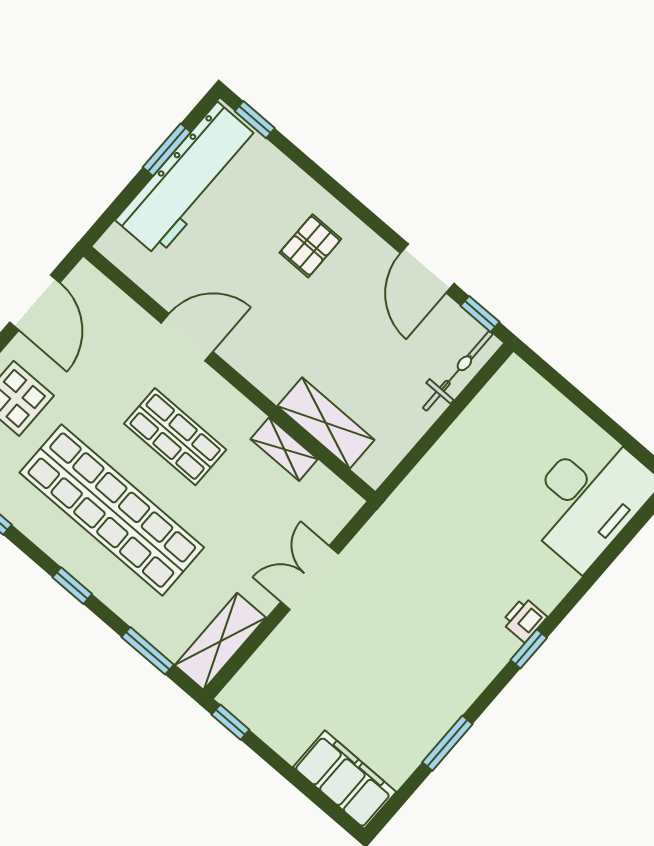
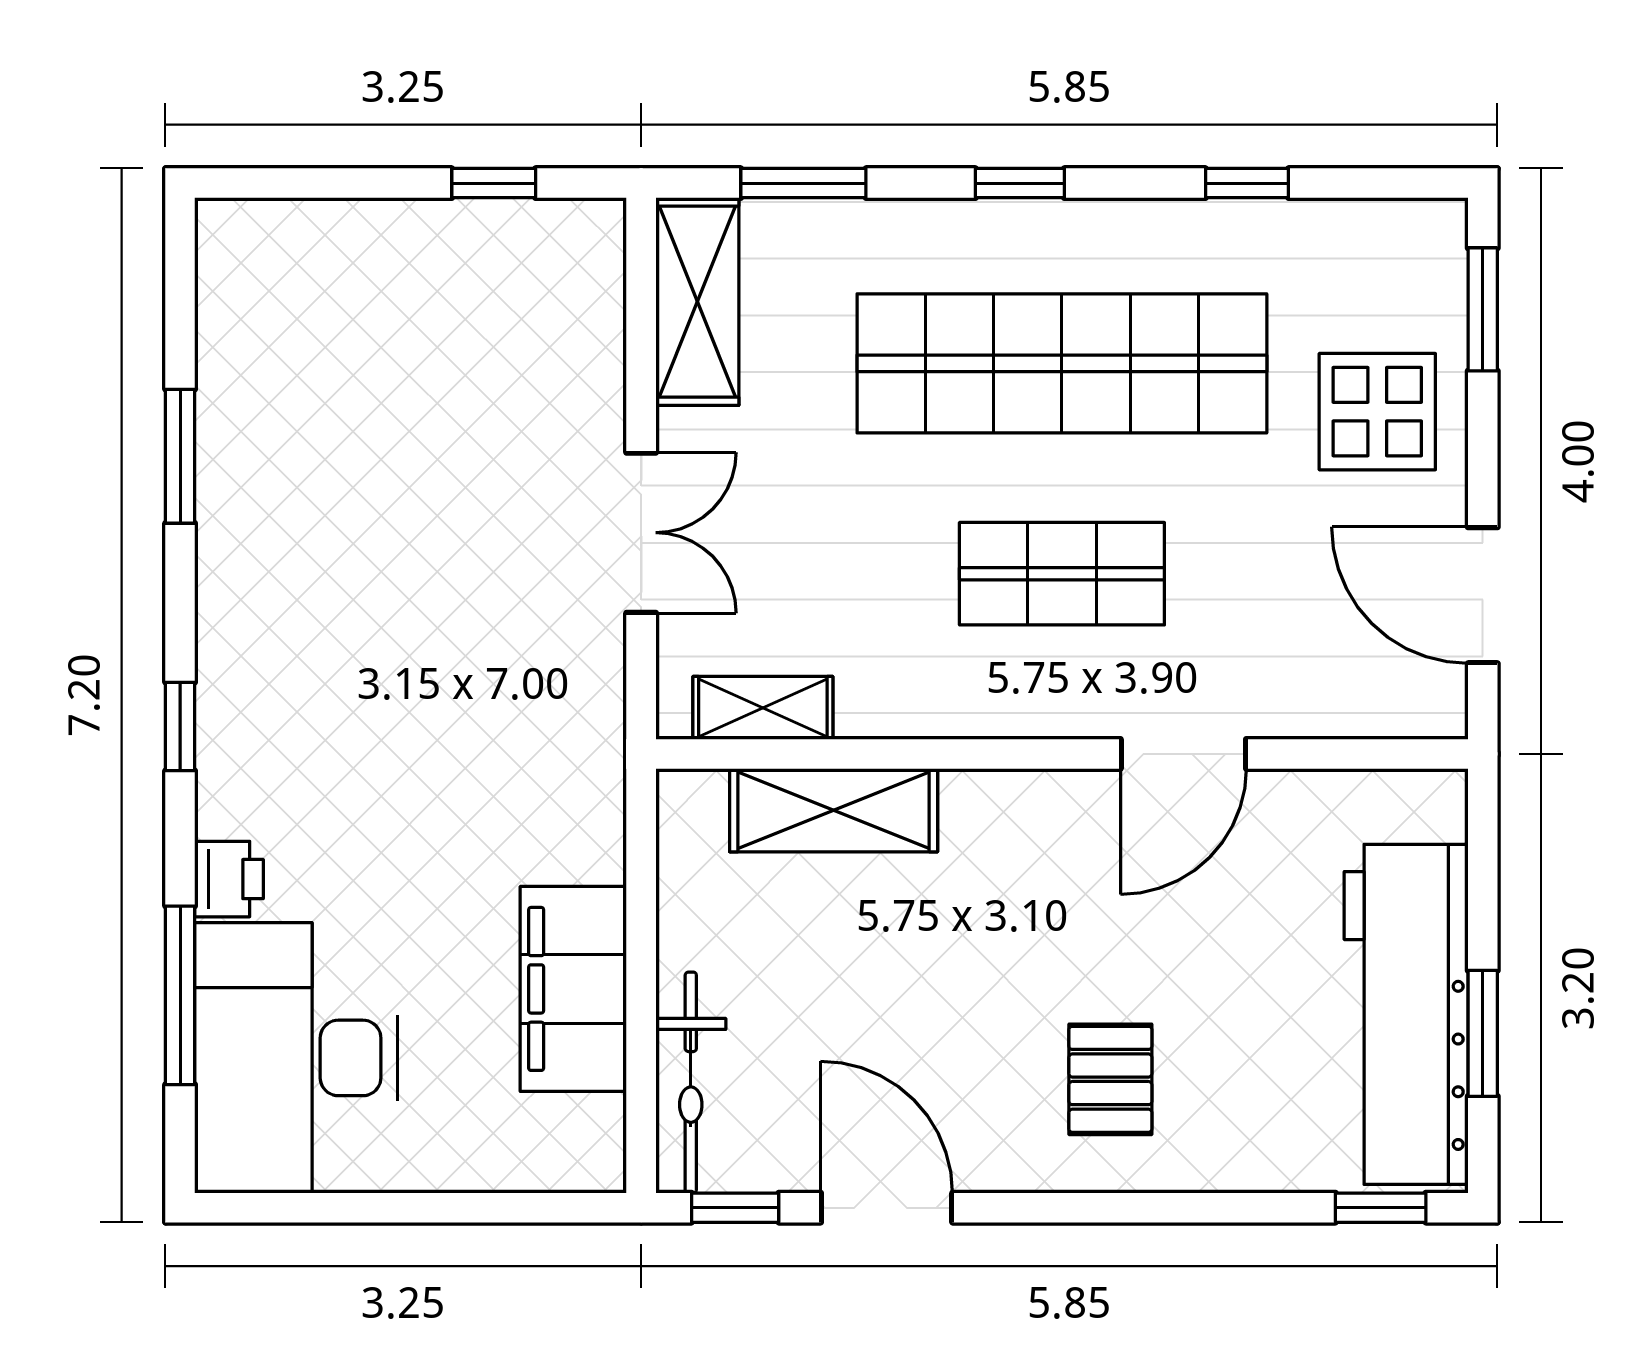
shelving: (284, 449) -> (763, 708), moved
window: (610, 555) -> (180, 995), added
printer: (524, 620) -> (229, 879), moved
window: (230, 722) -> (494, 183), moved
filing cabinet: (345, 780) -> (573, 989), moved, turned 90

